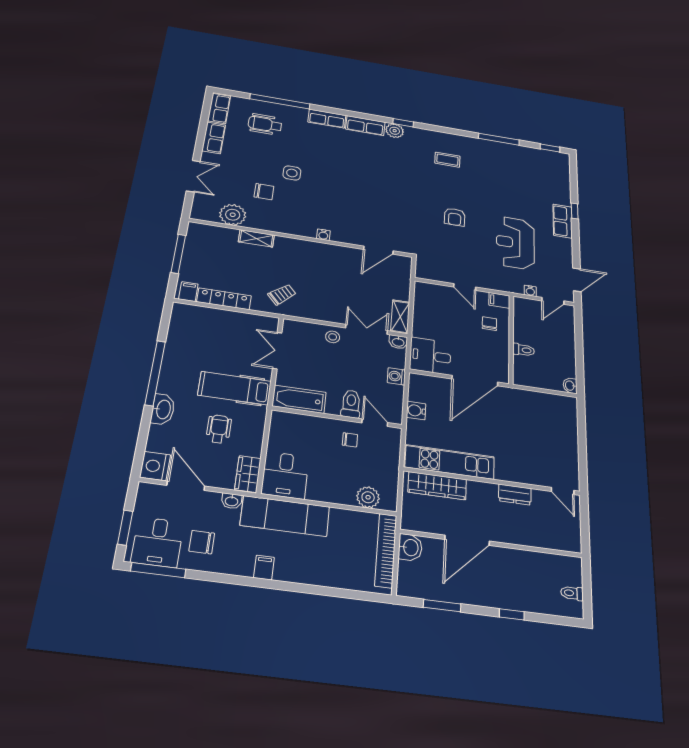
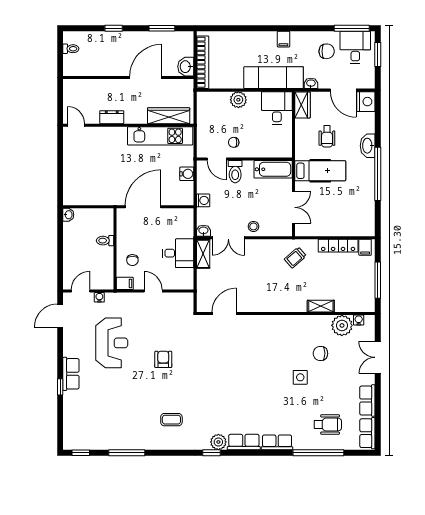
water cooler: (323, 235) -> (359, 320), moved
desk: (430, 356) -> (178, 253), moved
plant: (368, 497) -> (238, 100), moved

